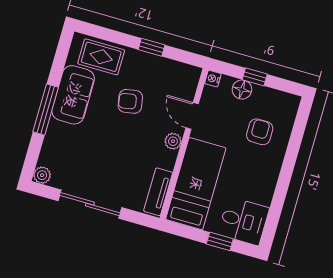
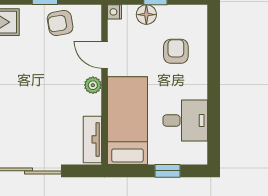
armchair: (130, 101) -> (60, 23), moved
desk: (244, 221) -> (185, 121), moved

